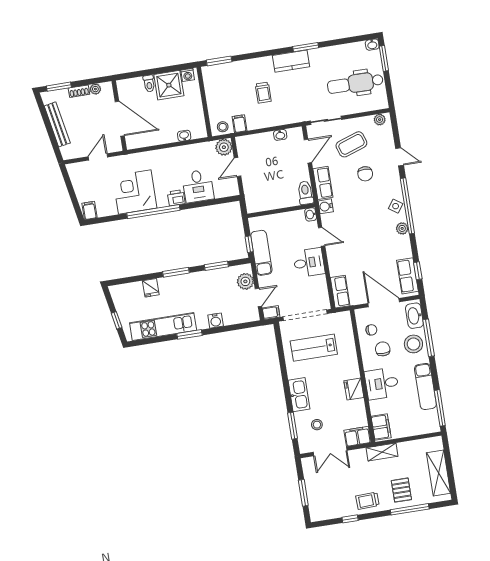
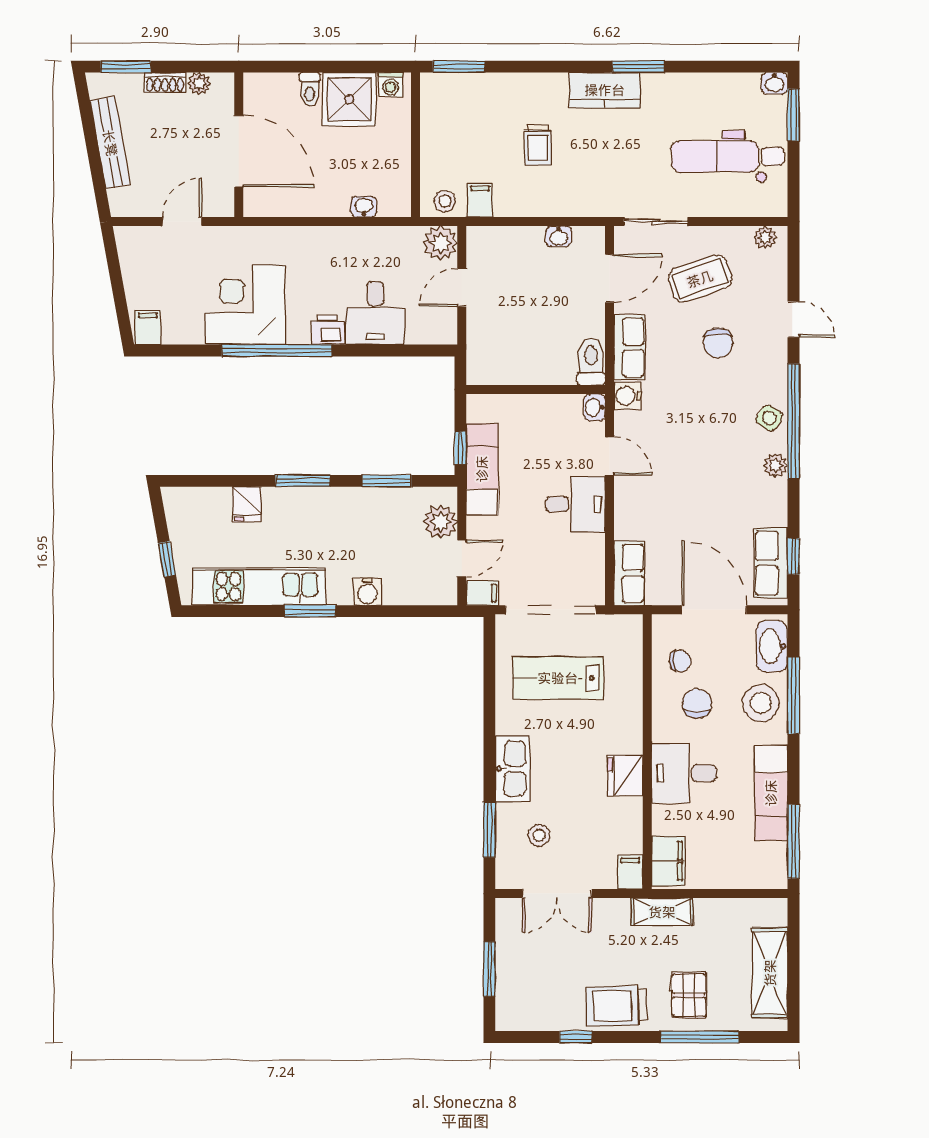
filing cabinet: (357, 436) -> (630, 872), width x0.50
trolley: (367, 501) -> (617, 1006), width x1.36, depth x1.39

